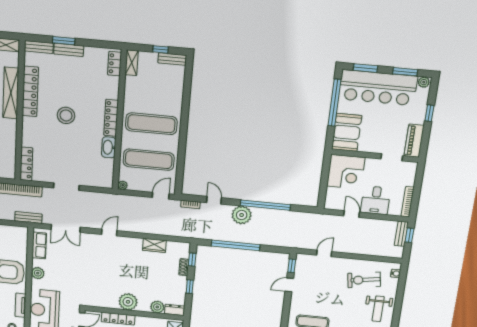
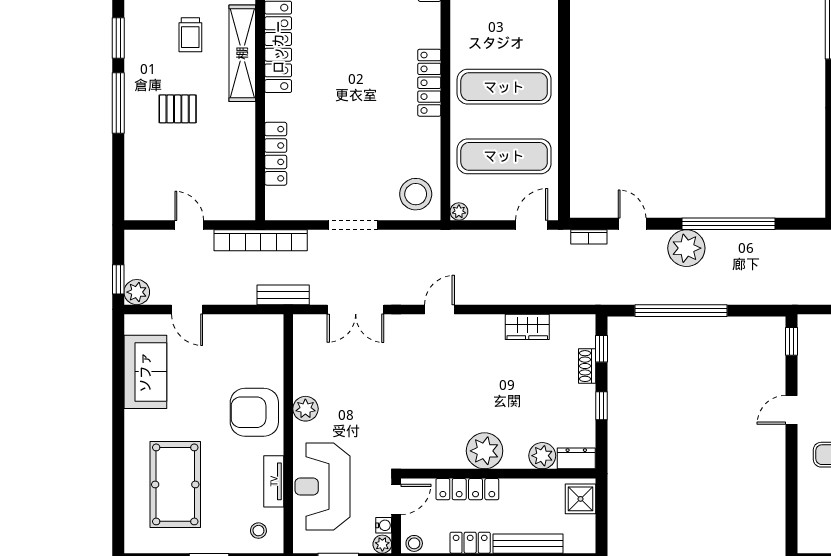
stool: (66, 115) -> (416, 194), moved
washbasin: (109, 147) -> (428, 140), removed
locker: (26, 164) -> (276, 154), moved
row of seats: (39, 245) -> (306, 350), removed
door: (289, 285) -> (791, 410), moved

